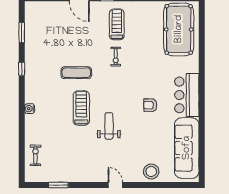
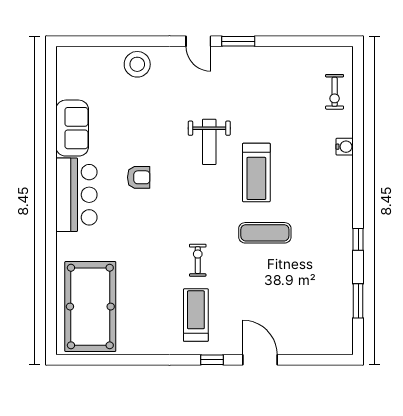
treadmill: (117, 24) -> (196, 315), turned 180
water cooler: (30, 109) -> (345, 147), moved
sofa: (187, 148) -> (72, 128), width x0.54, depth x0.79
window: (58, 185) -> (238, 41), moved

